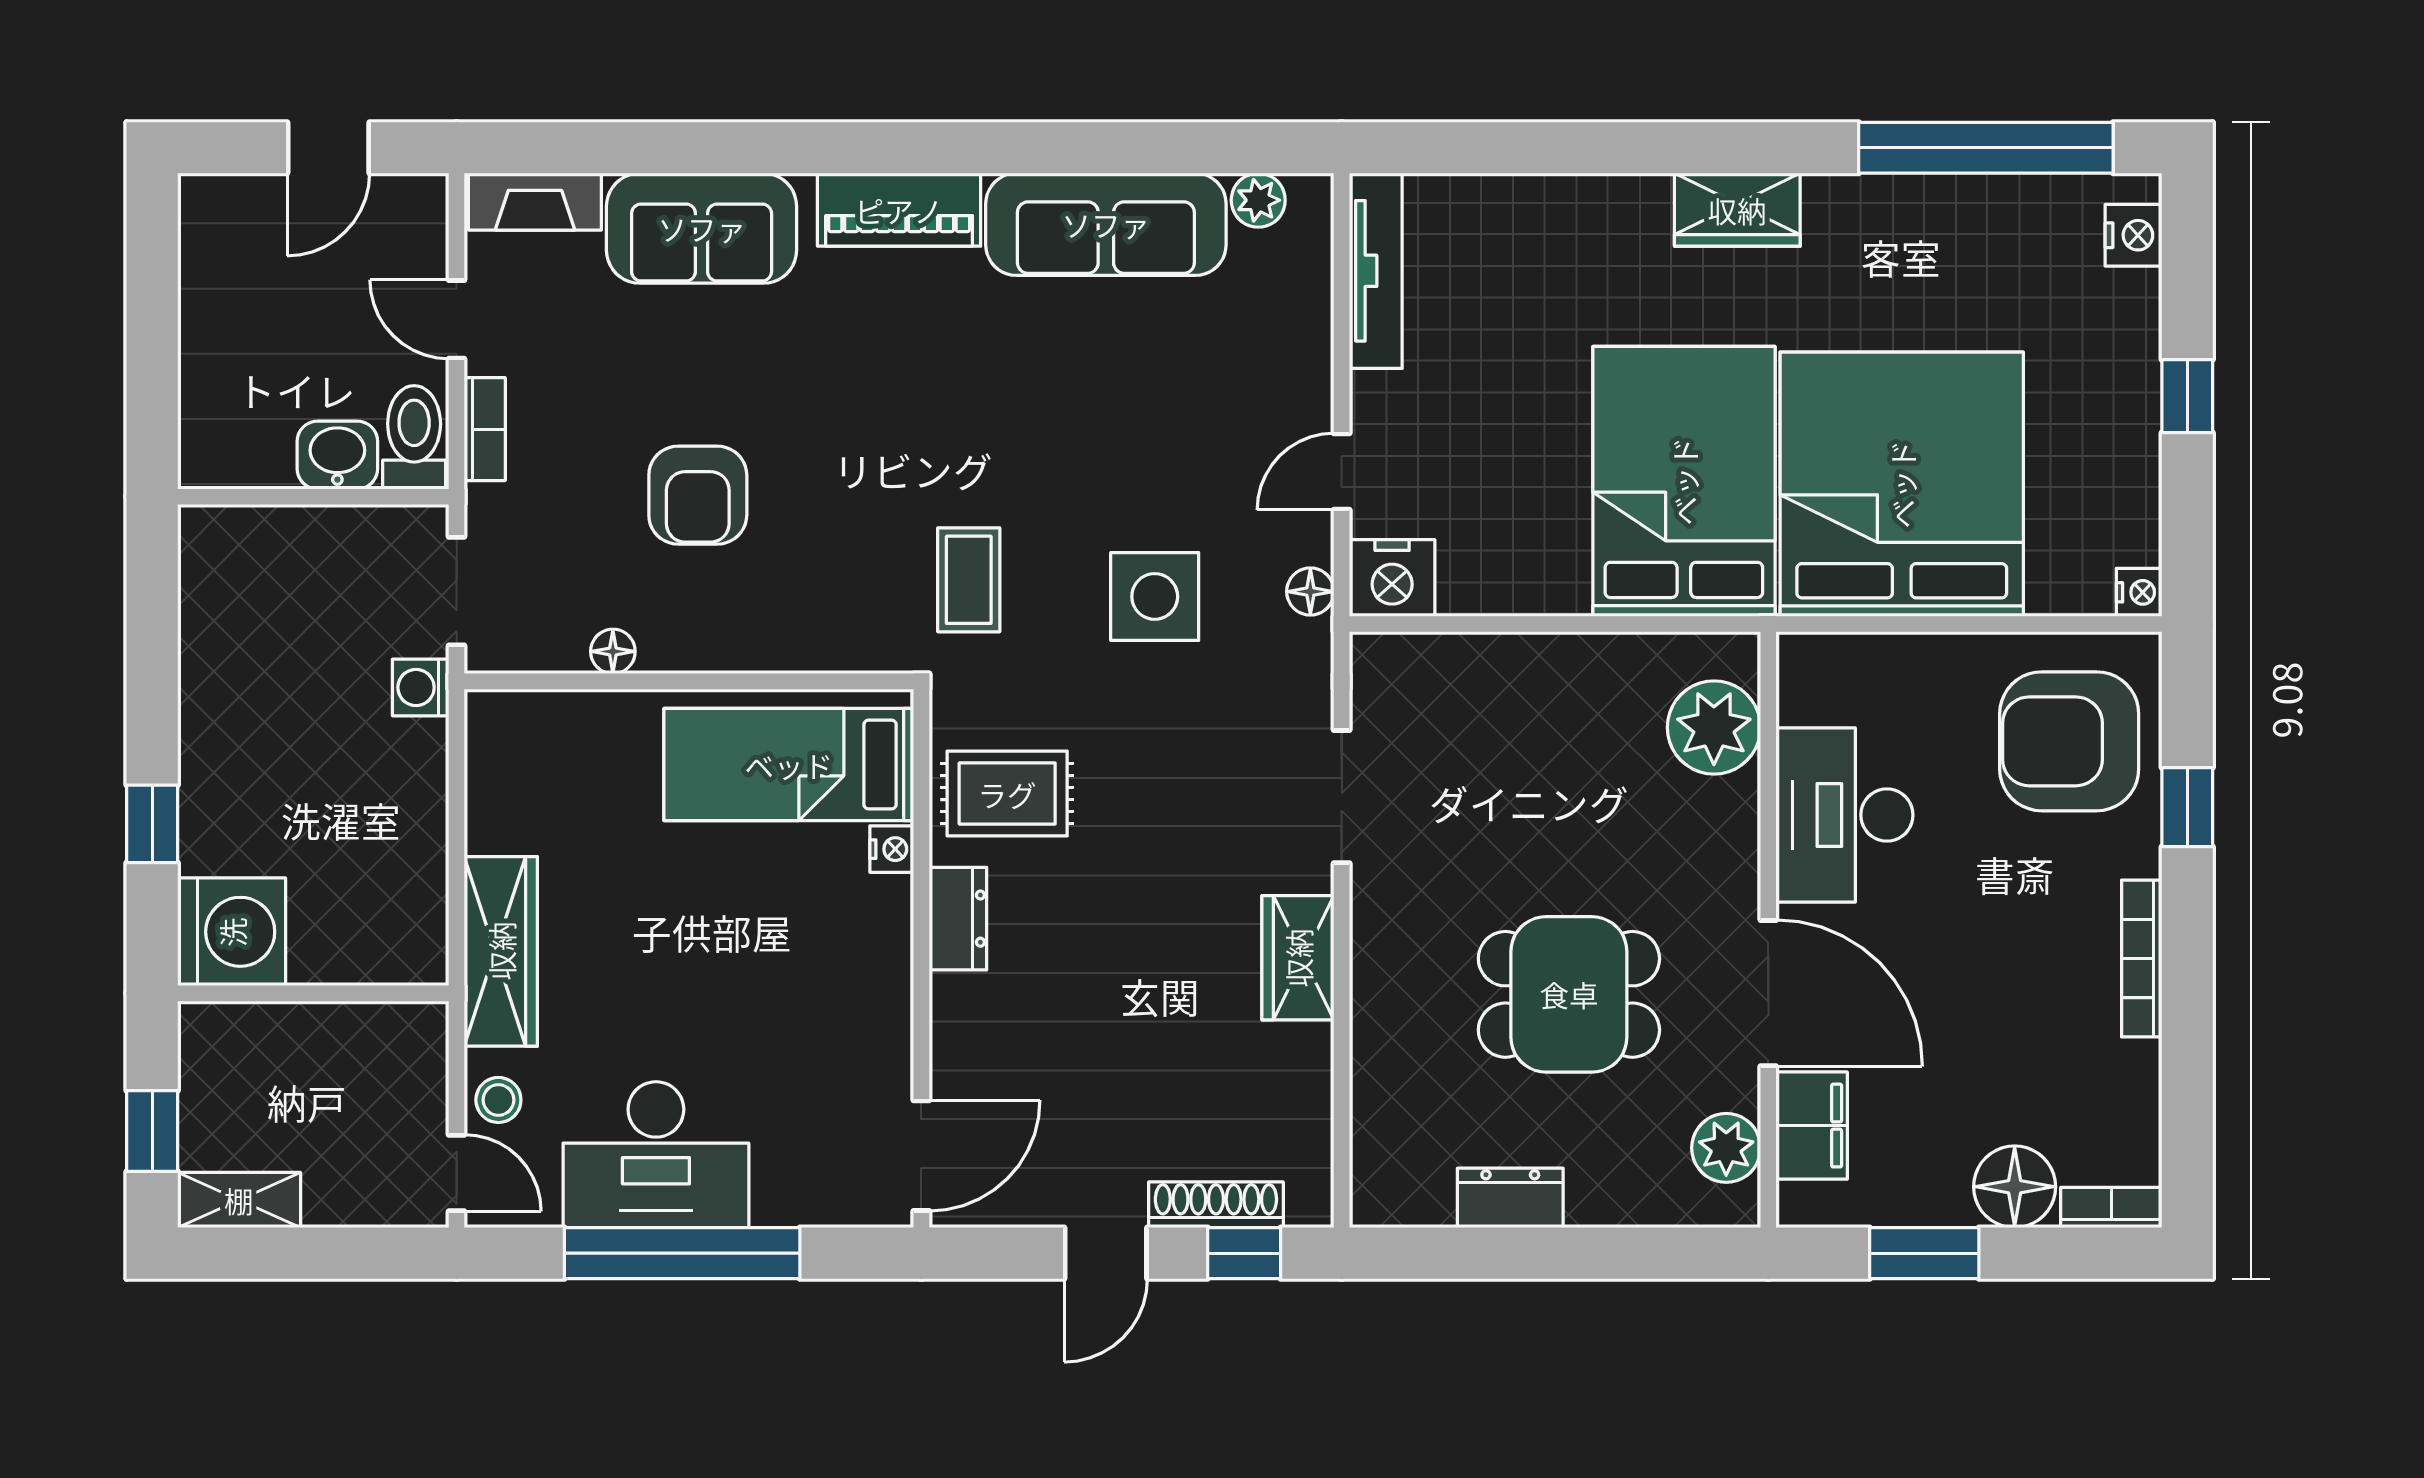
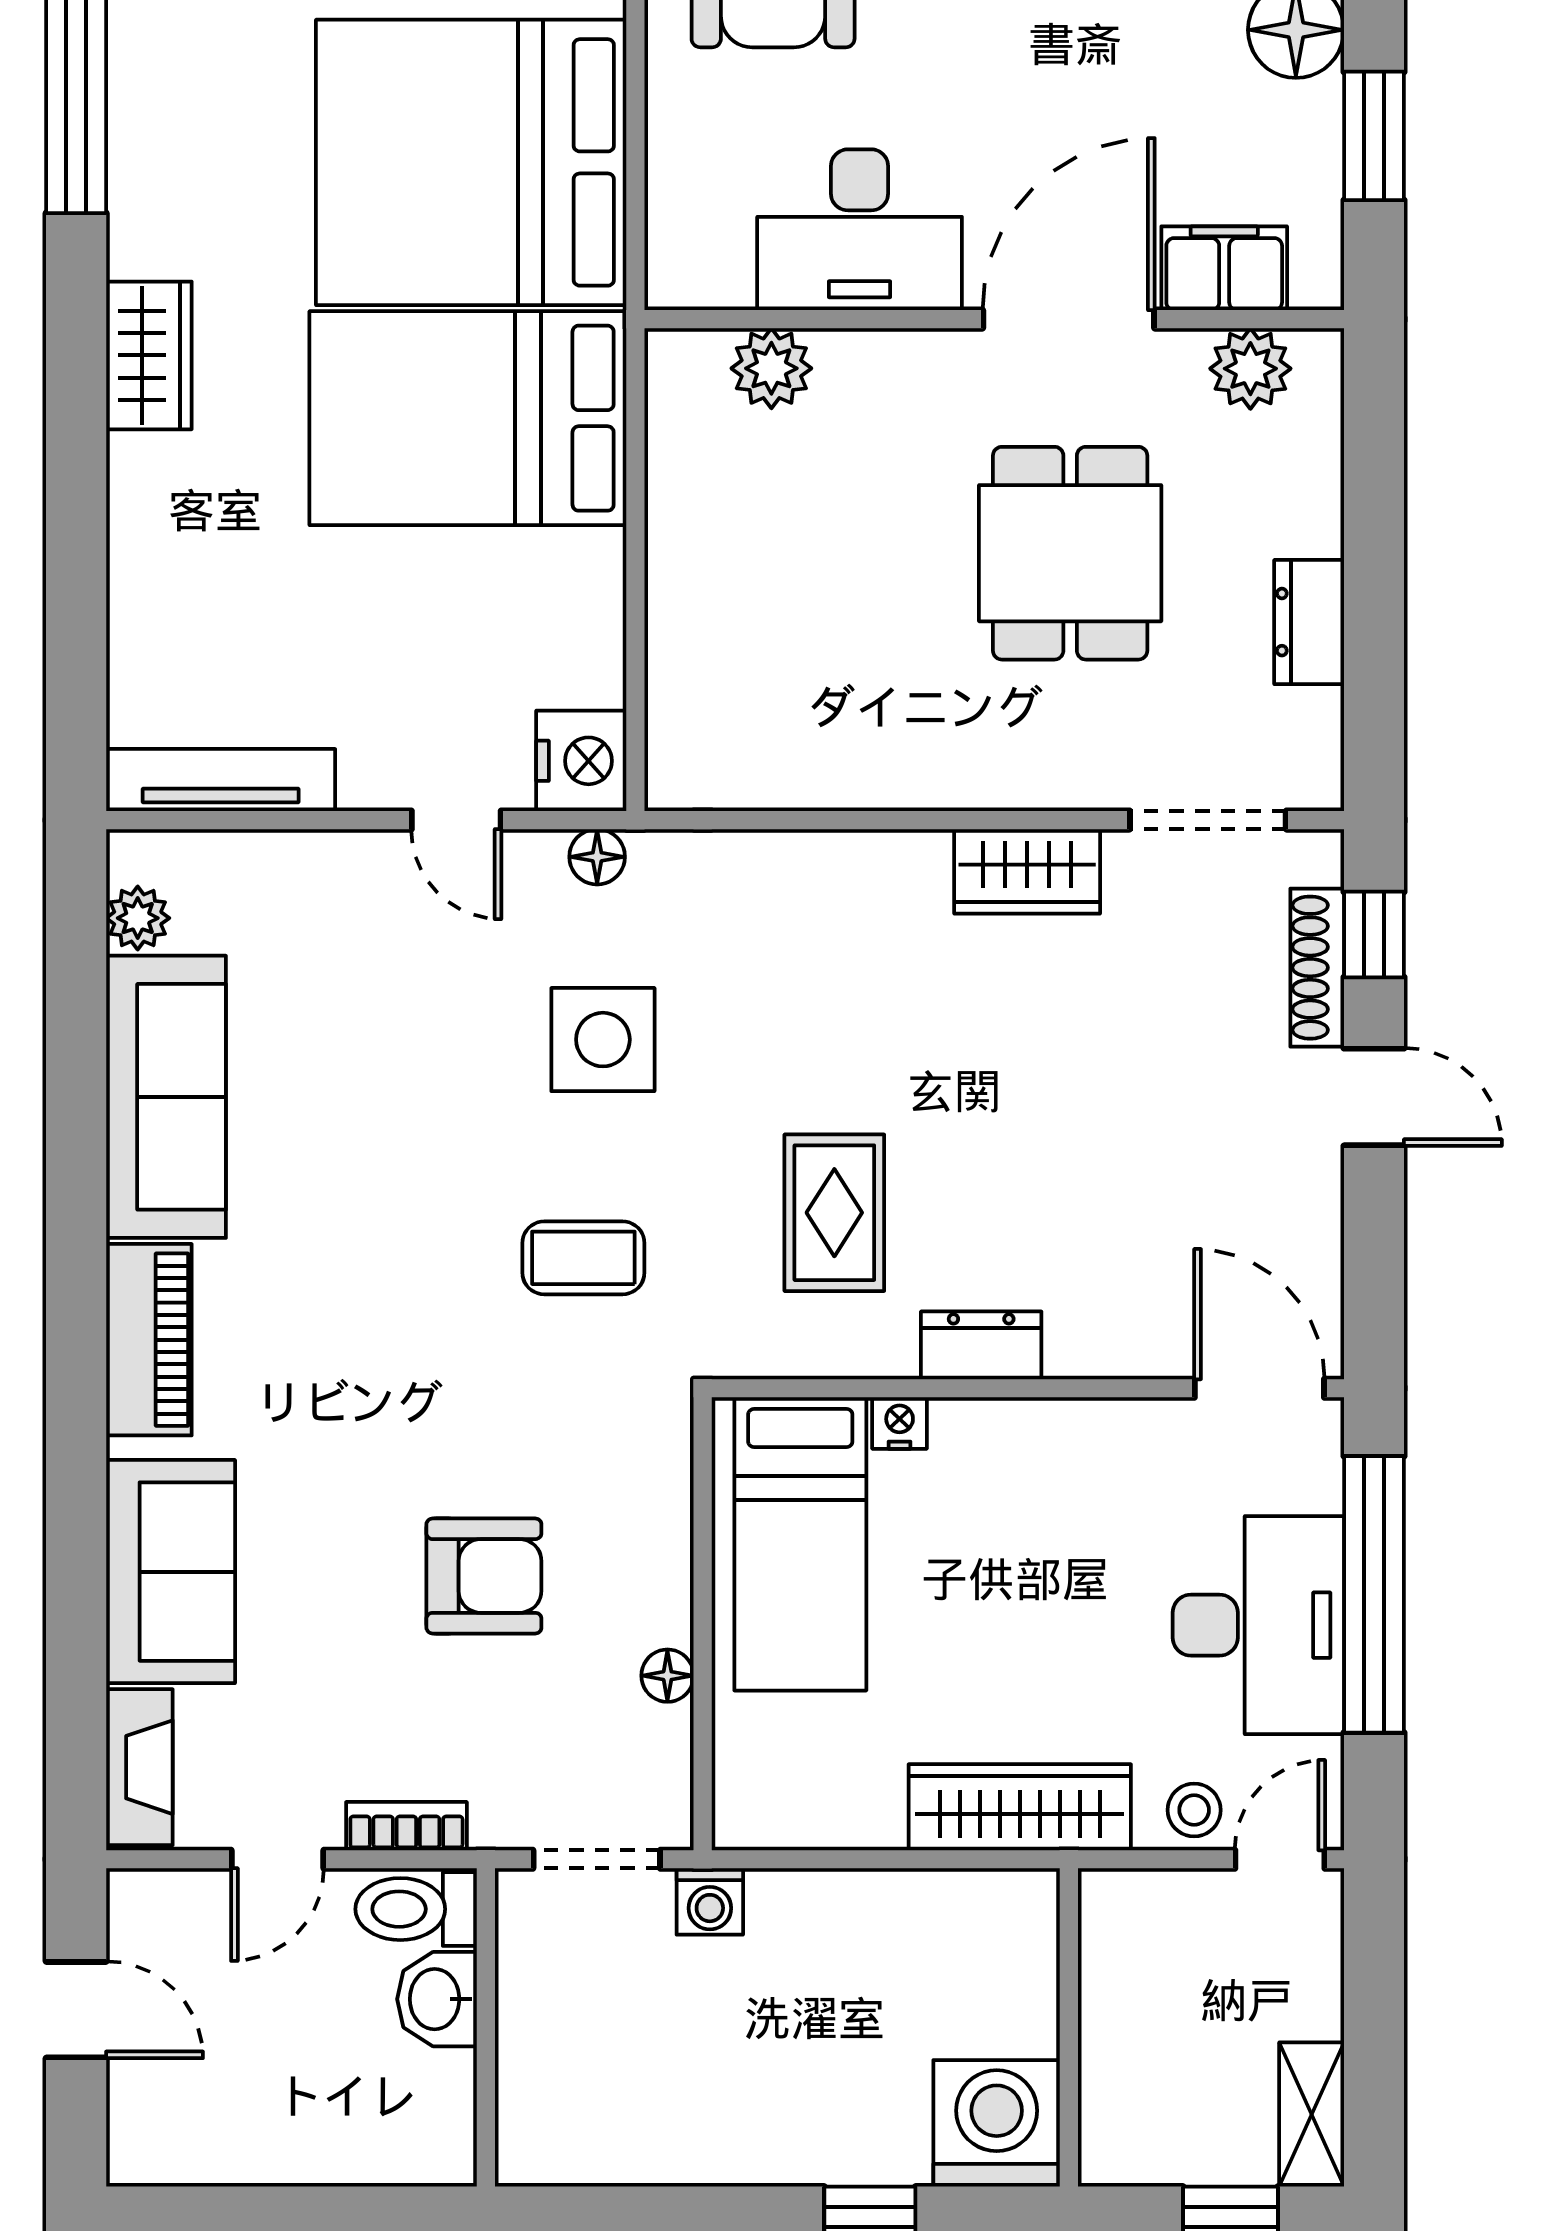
plant: (1714, 727) -> (771, 368), width x0.73, depth x0.73
bed: (789, 765) -> (800, 1544), moved
doorway: (1342, 797) -> (1208, 820), moved
nightstand: (892, 849) -> (900, 1423), moved
dresser: (958, 919) -> (981, 1345), moved
wall: (921, 958) -> (1028, 1388), moved
door: (921, 1156) -> (1259, 1388), moved

